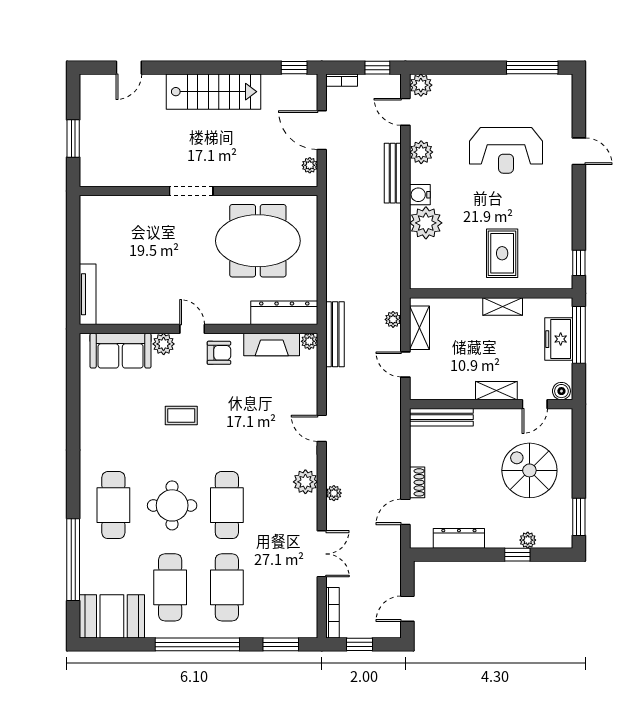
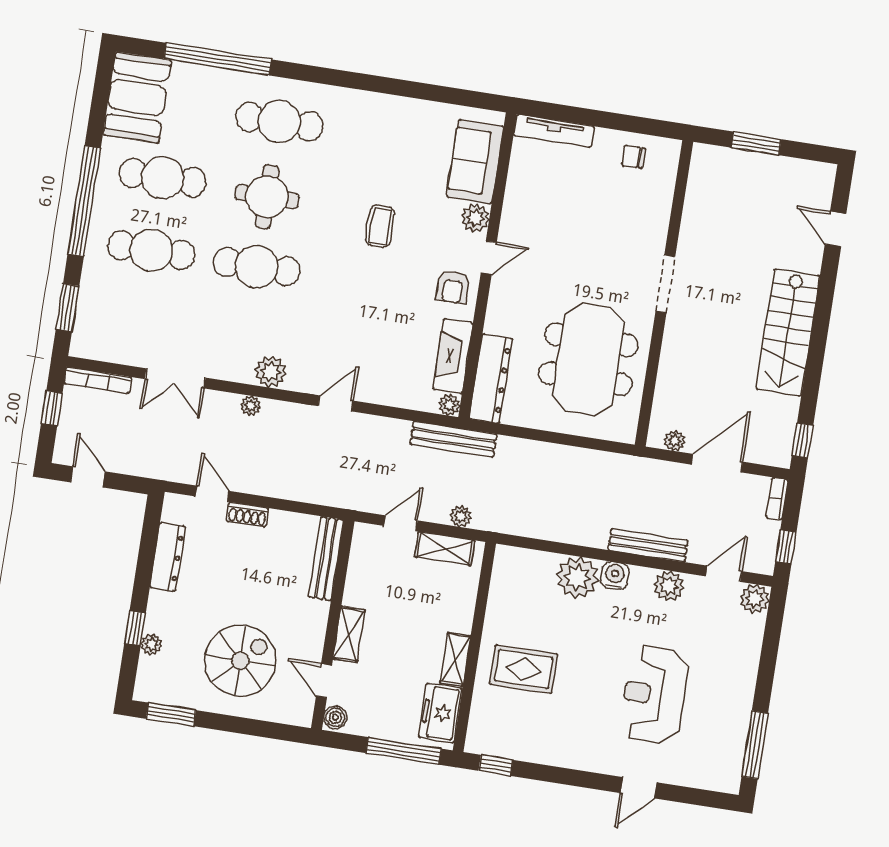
chair: (98, 231) -> (633, 157), added
freezer: (559, 339) -> (440, 713), moved, turned -90

